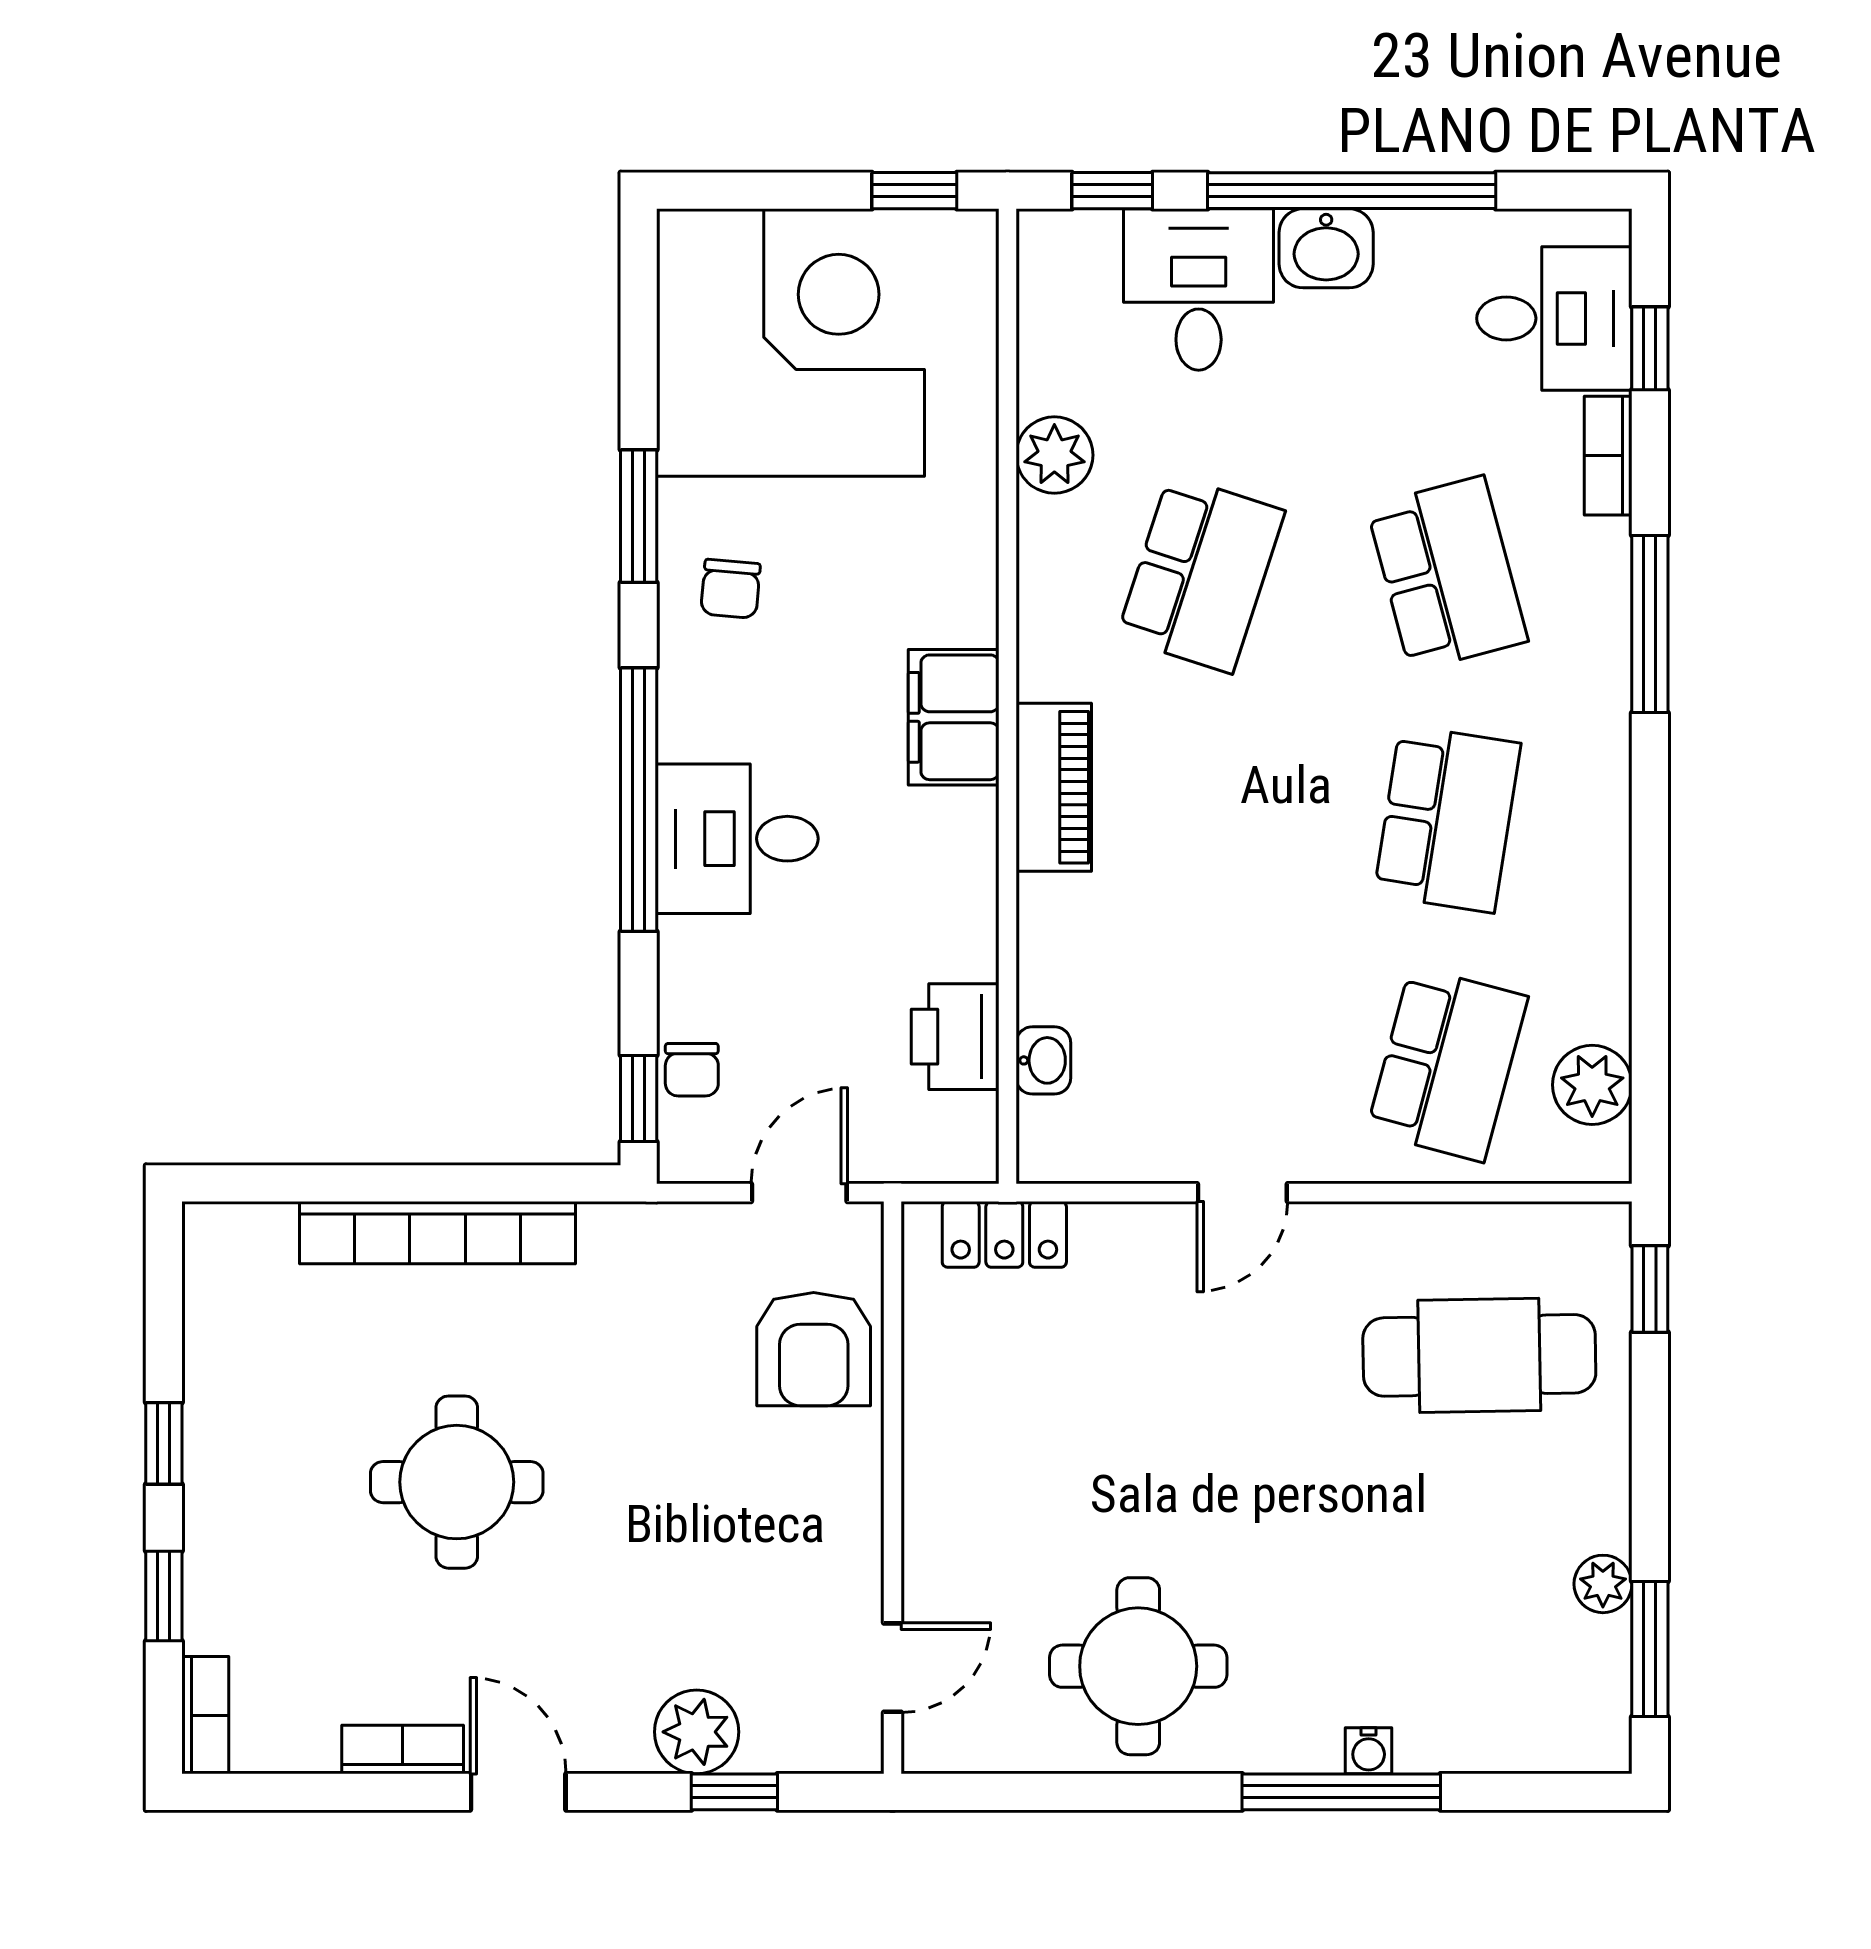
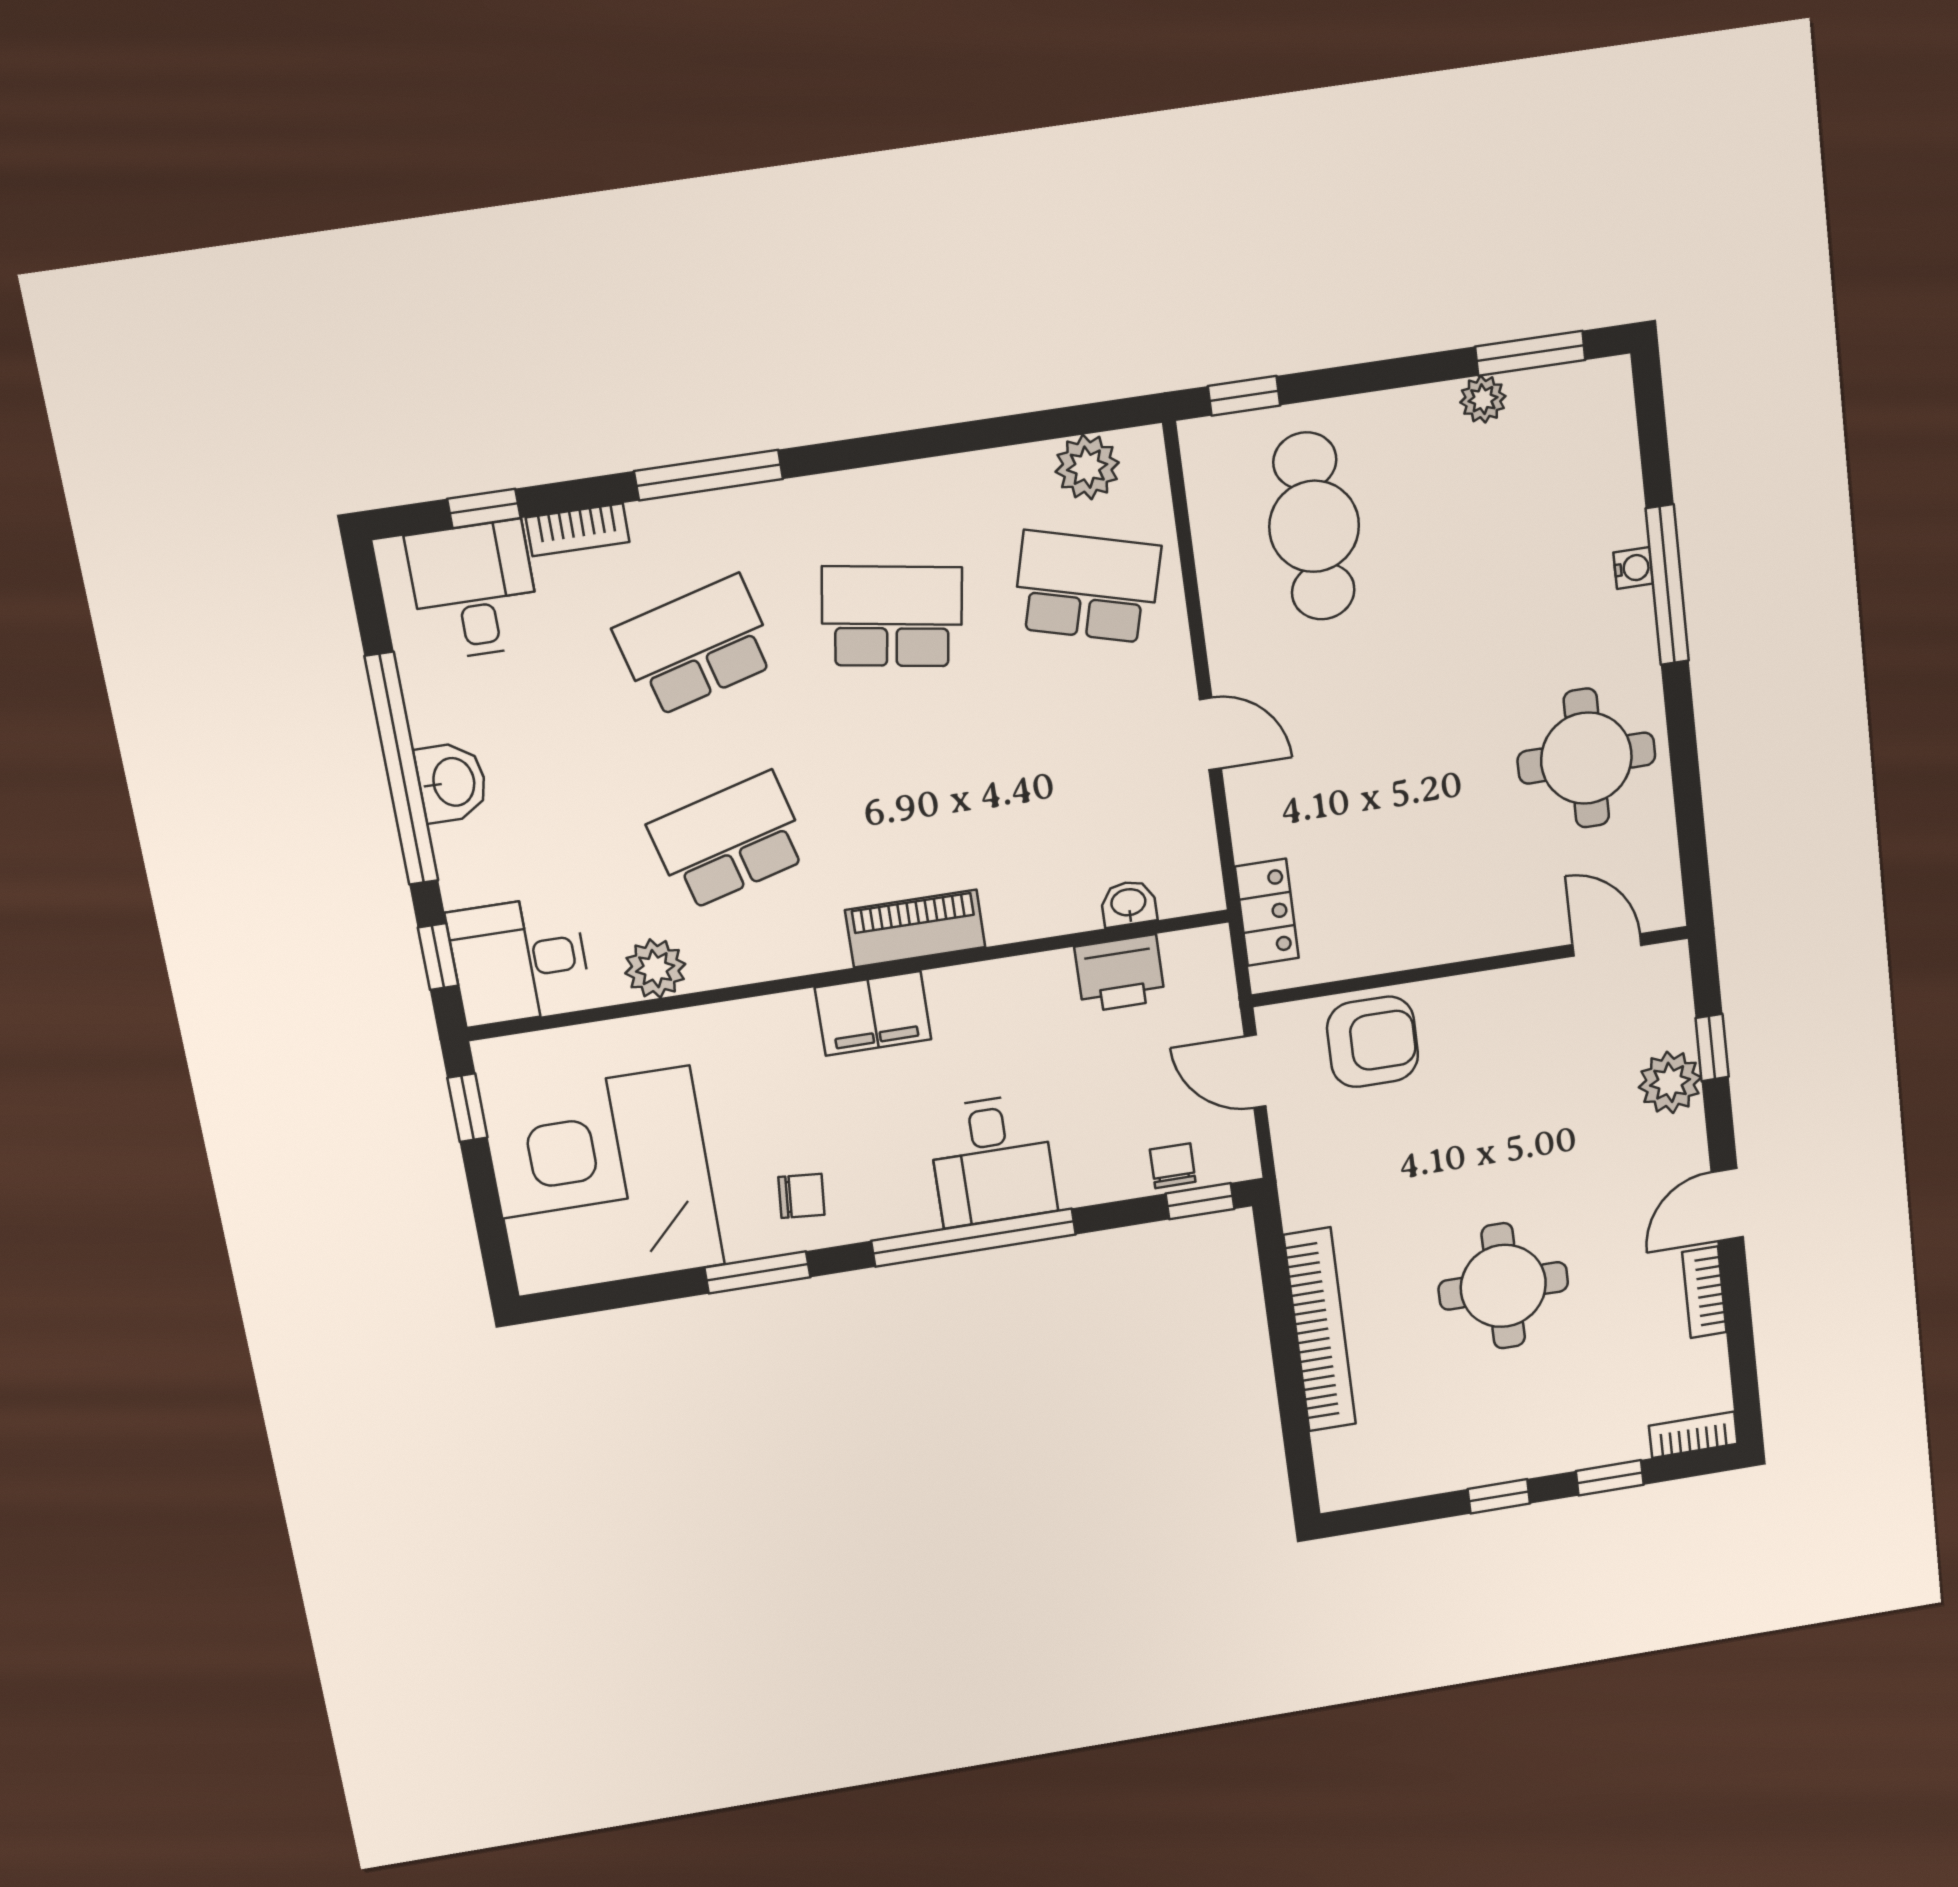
desk: (1199, 289) -> (519, 961), moved
school desk: (1201, 574) -> (729, 841), turned -33
chair: (692, 1070) -> (1173, 1166), turned -90

